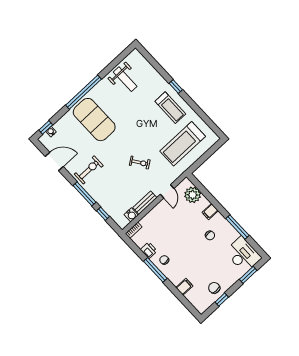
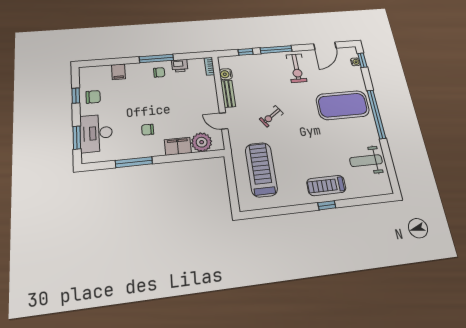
treadmill: (170, 108) -> (326, 186), moved
filing cabinet: (210, 212) -> (178, 146), width x2.00
desk: (243, 255) -> (96, 133), moved, turned 90

